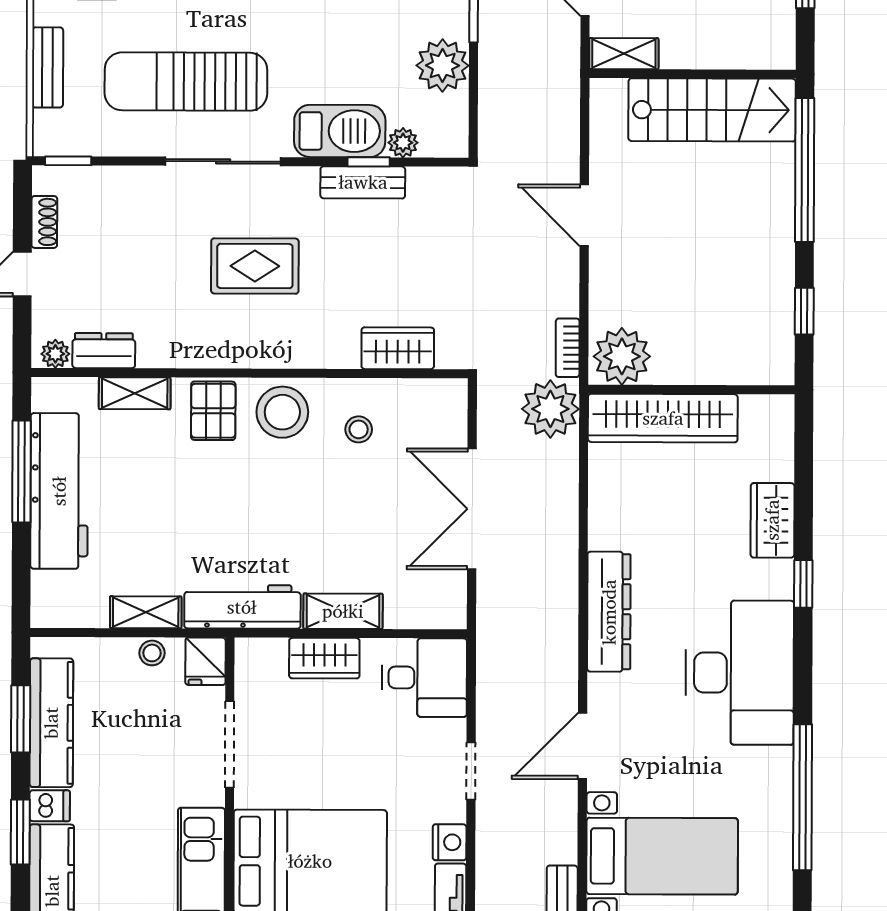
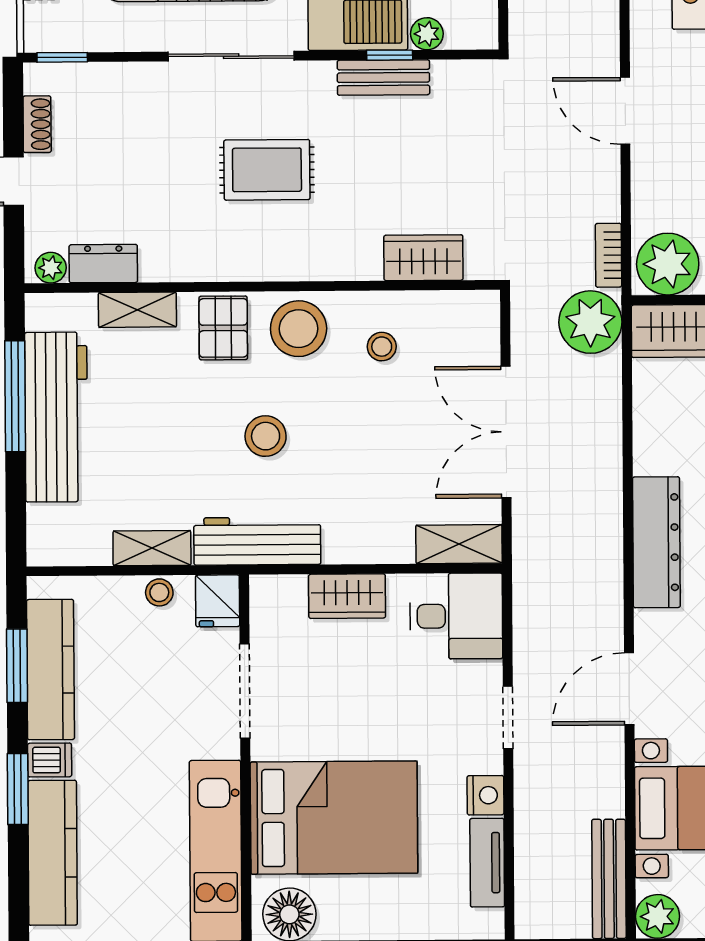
stool: (251, 510) -> (266, 436), added
shelving: (343, 611) -> (459, 544), moved

